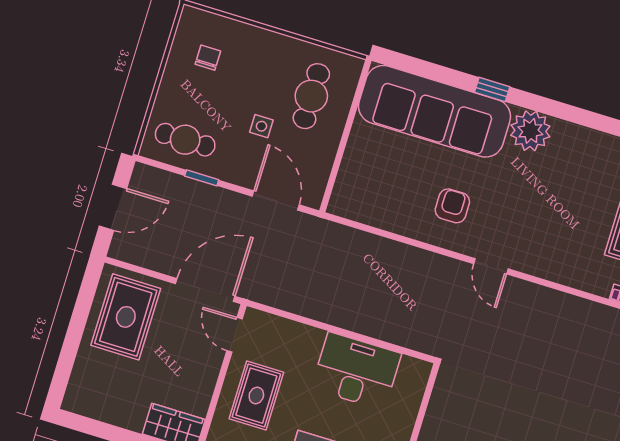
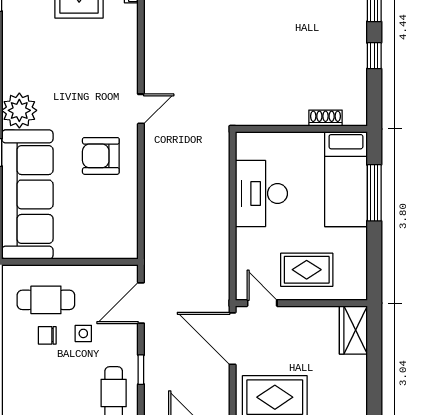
chair: (208, 58) -> (47, 335), moved
armchair: (452, 206) -> (101, 156), width x1.38, depth x1.38
door: (235, 335) -> (262, 303), swing flipped

